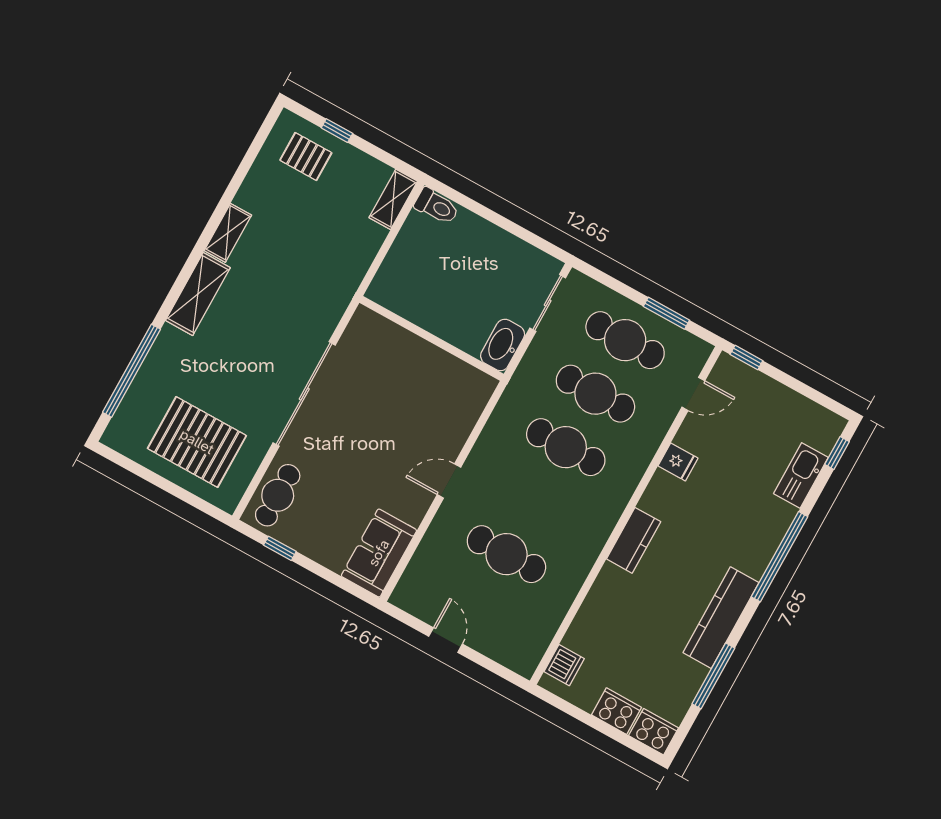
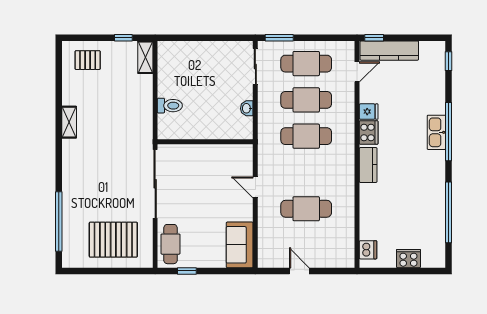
window: (337, 131) -> (123, 38), moved
toilet: (437, 206) -> (170, 106), moved
shelving: (198, 294) -> (71, 163), removed
window: (666, 313) -> (279, 38), moved
wall: (432, 338) -> (205, 142), moved
washbasin: (503, 345) -> (247, 108), width x0.52, depth x0.69
kitchen sink: (801, 476) -> (436, 132), moved
door: (449, 481) -> (255, 187), hinge flipped
kitchen counter: (721, 618) -> (389, 51), moved, turned -90
window: (713, 676) -> (449, 212), width x1.46
cooker: (654, 732) -> (369, 132), moved, turned 90

